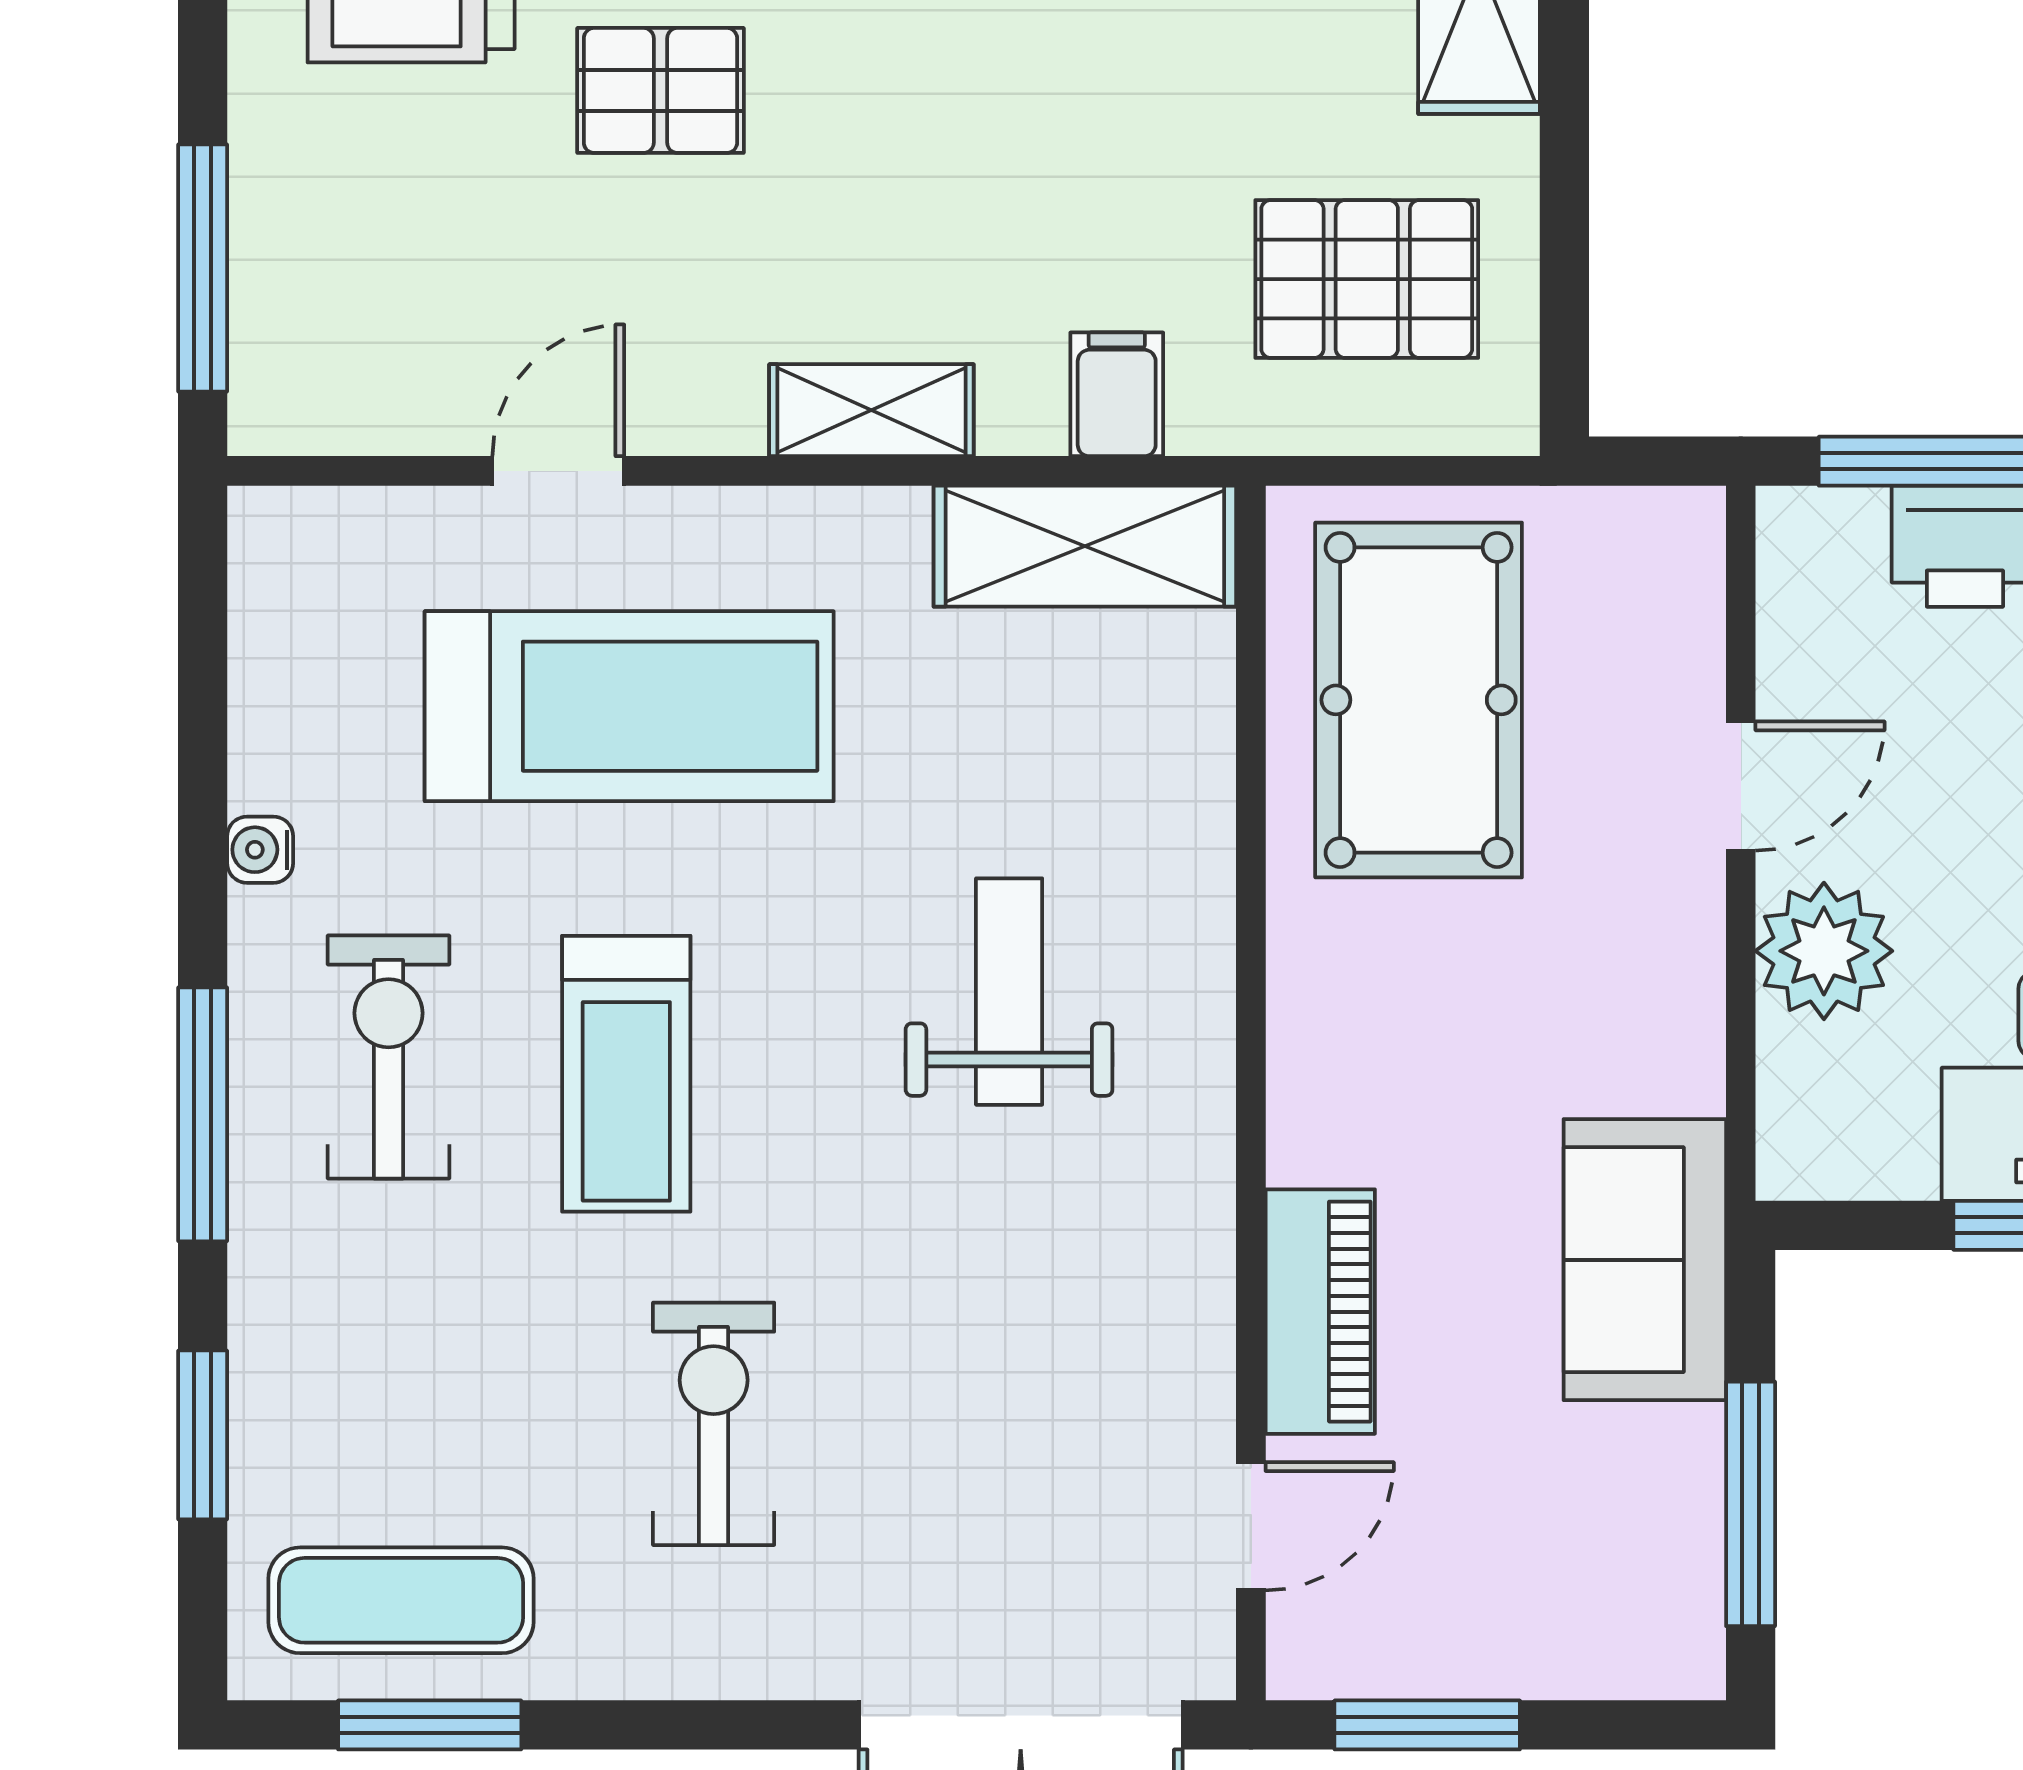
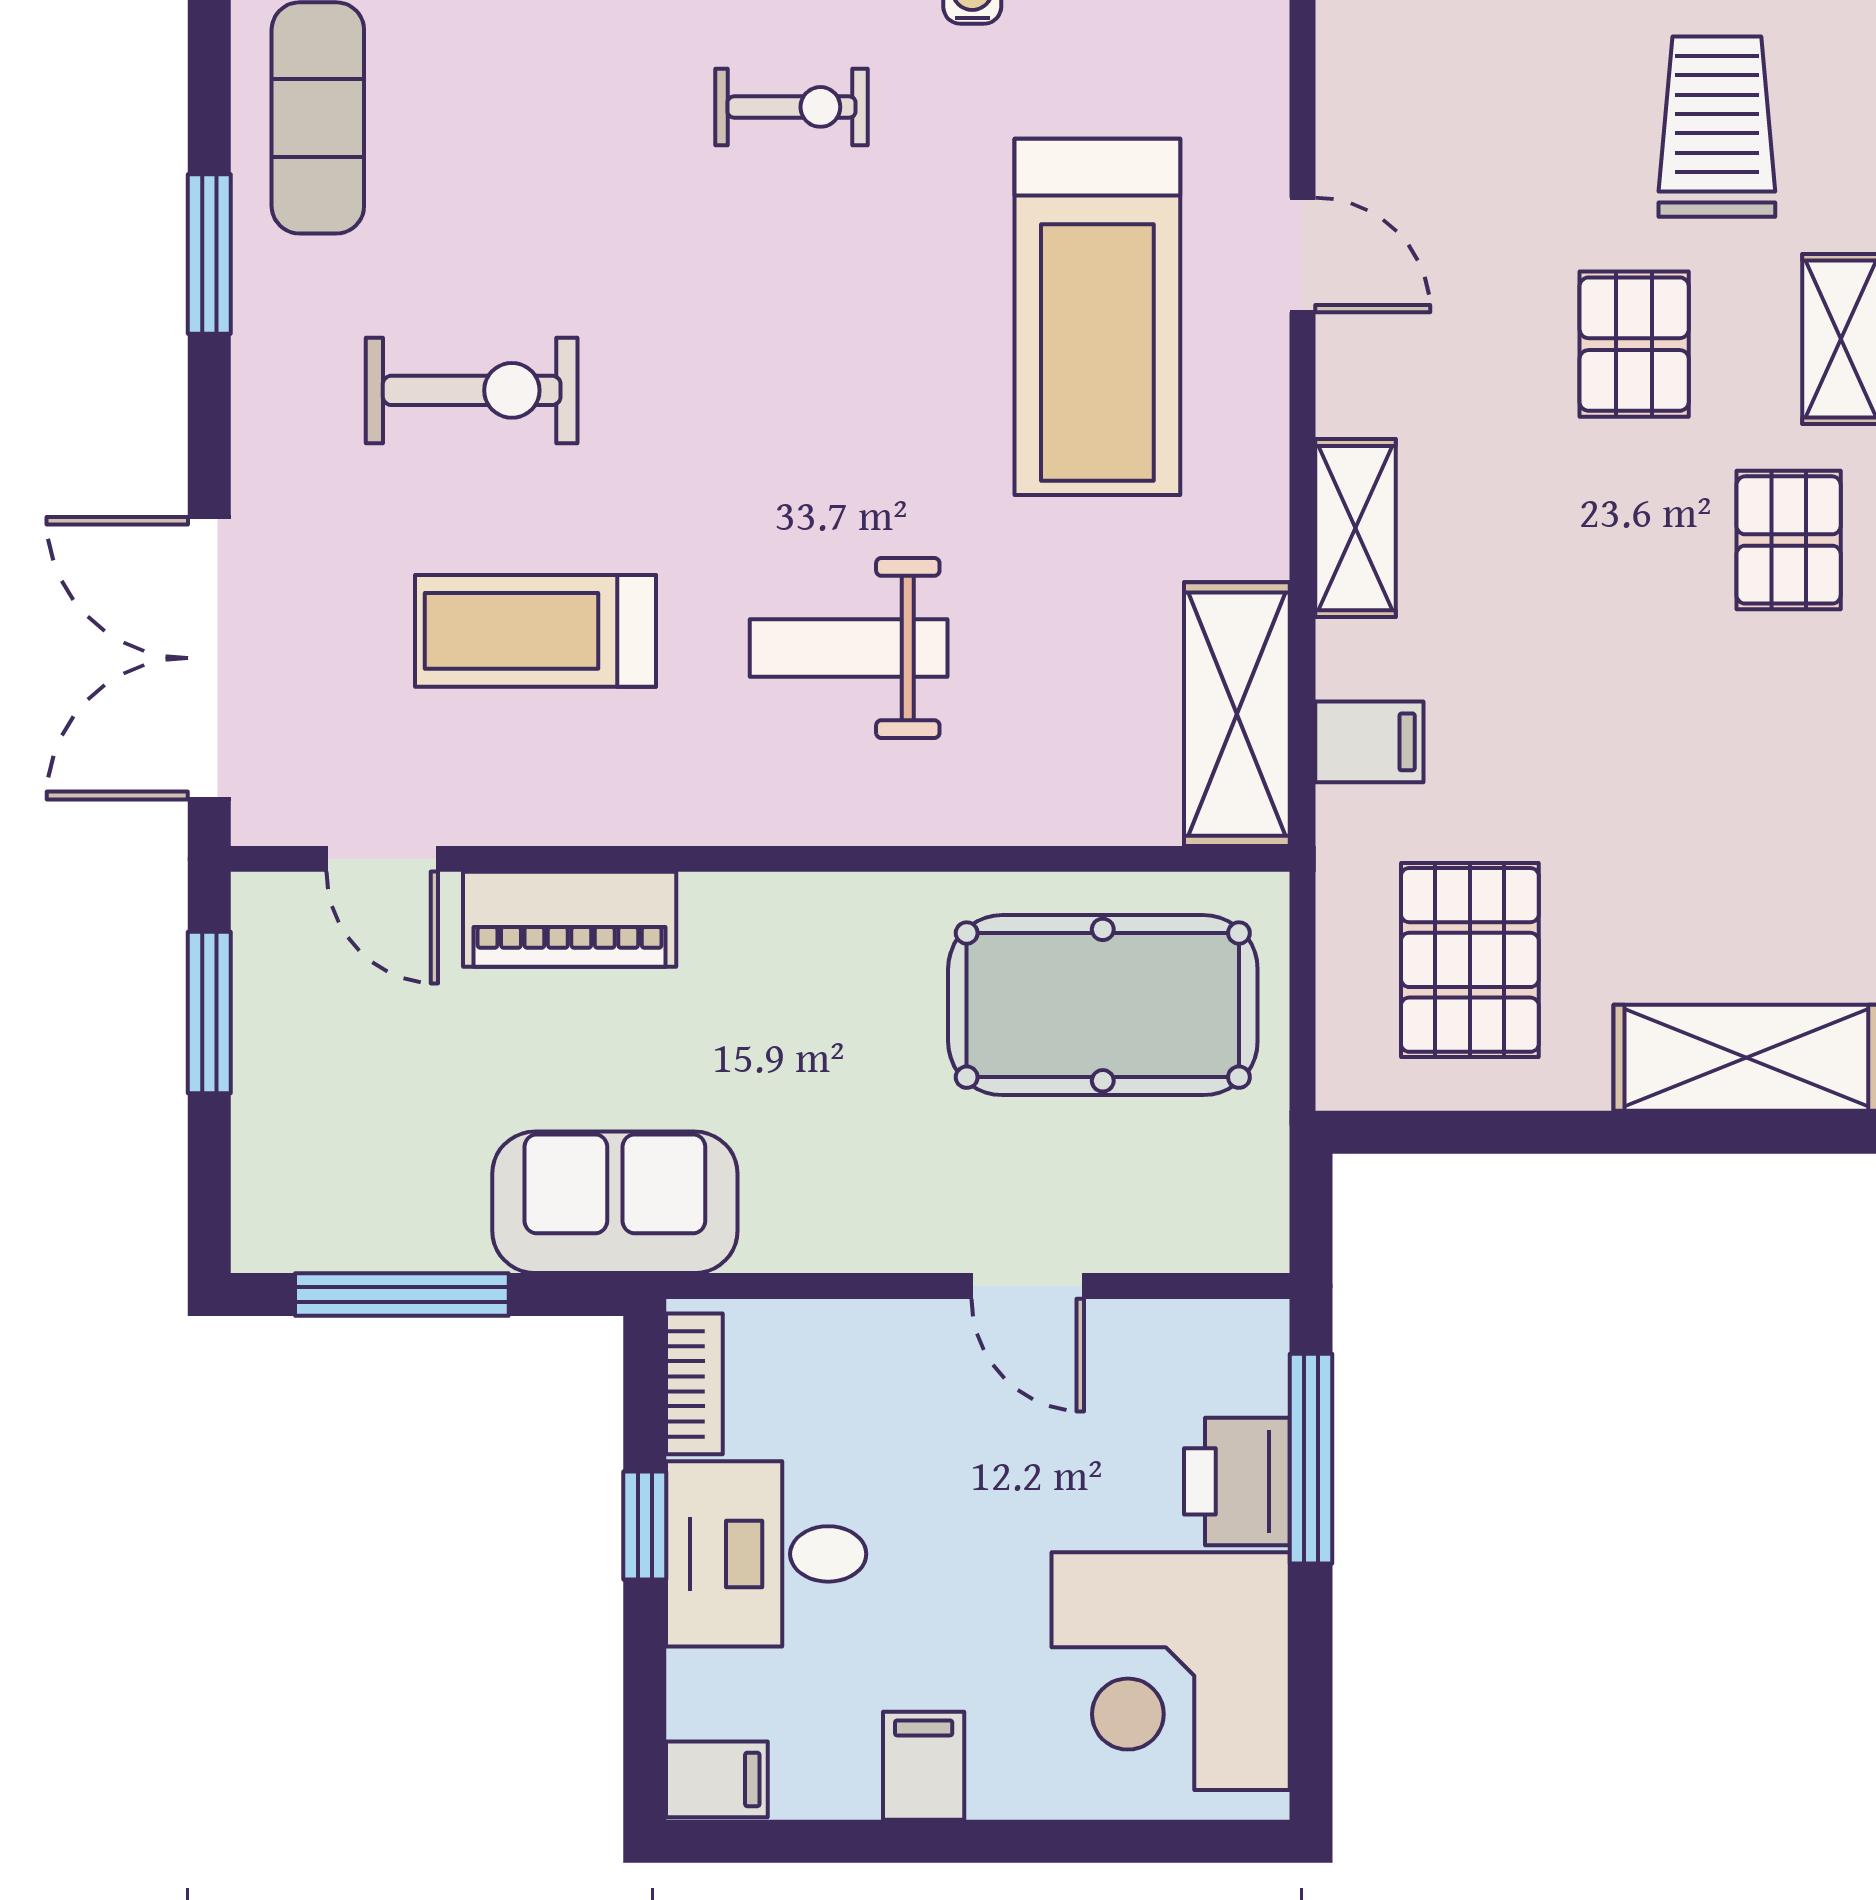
plant: (1824, 951) -> (884, 1359), removed
weight bench: (1009, 992) -> (849, 648), turned 180
exercise bike: (388, 1057) -> (792, 107), width x0.73, depth x0.72
treadmill: (626, 1074) -> (535, 631), moved
bookcase: (1853, 1168) -> (694, 1384), added
window: (430, 1725) -> (209, 254), moved

